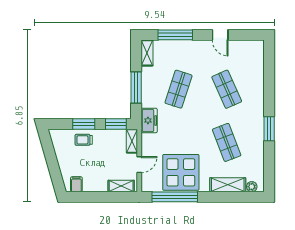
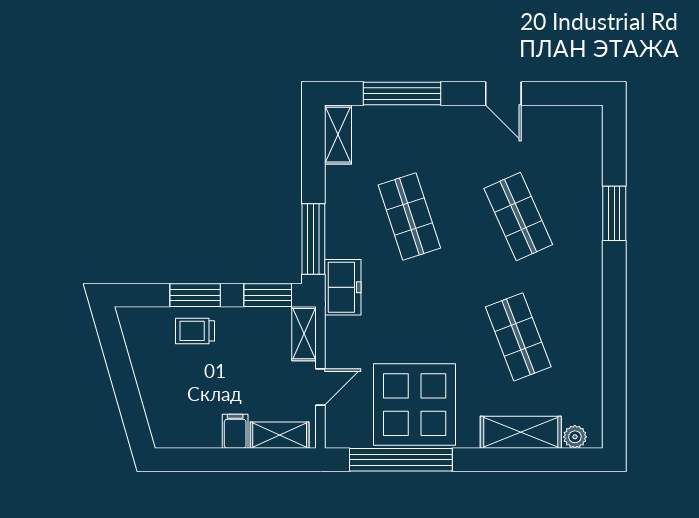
window: (136, 88) -> (313, 239), moved
shop shelf: (179, 89) -> (409, 217), turned -36
window: (269, 129) -> (614, 213), moved
filing cabinet: (76, 184) -> (235, 431), moved

